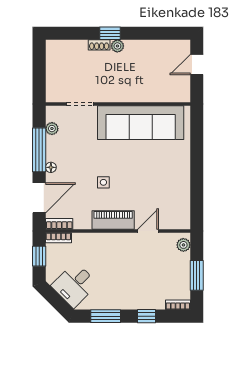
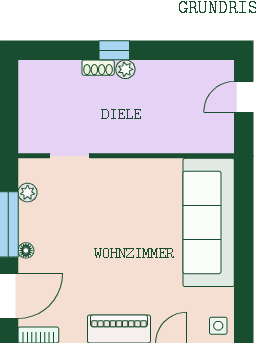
sofa: (141, 123) -> (209, 222), moved, turned 90
side table: (103, 182) -> (218, 326), moved

